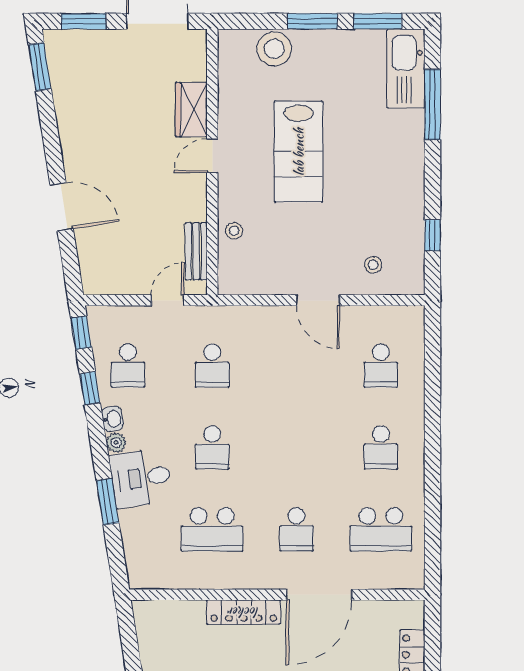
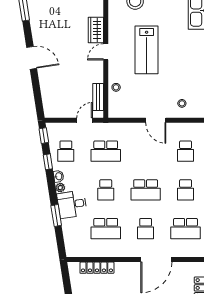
door: (62, 207) -> (32, 58), moved
school desk: (212, 366) -> (106, 151), width x1.85
school desk: (297, 447) -> (146, 190), added
locker: (244, 612) -> (97, 268), moved

